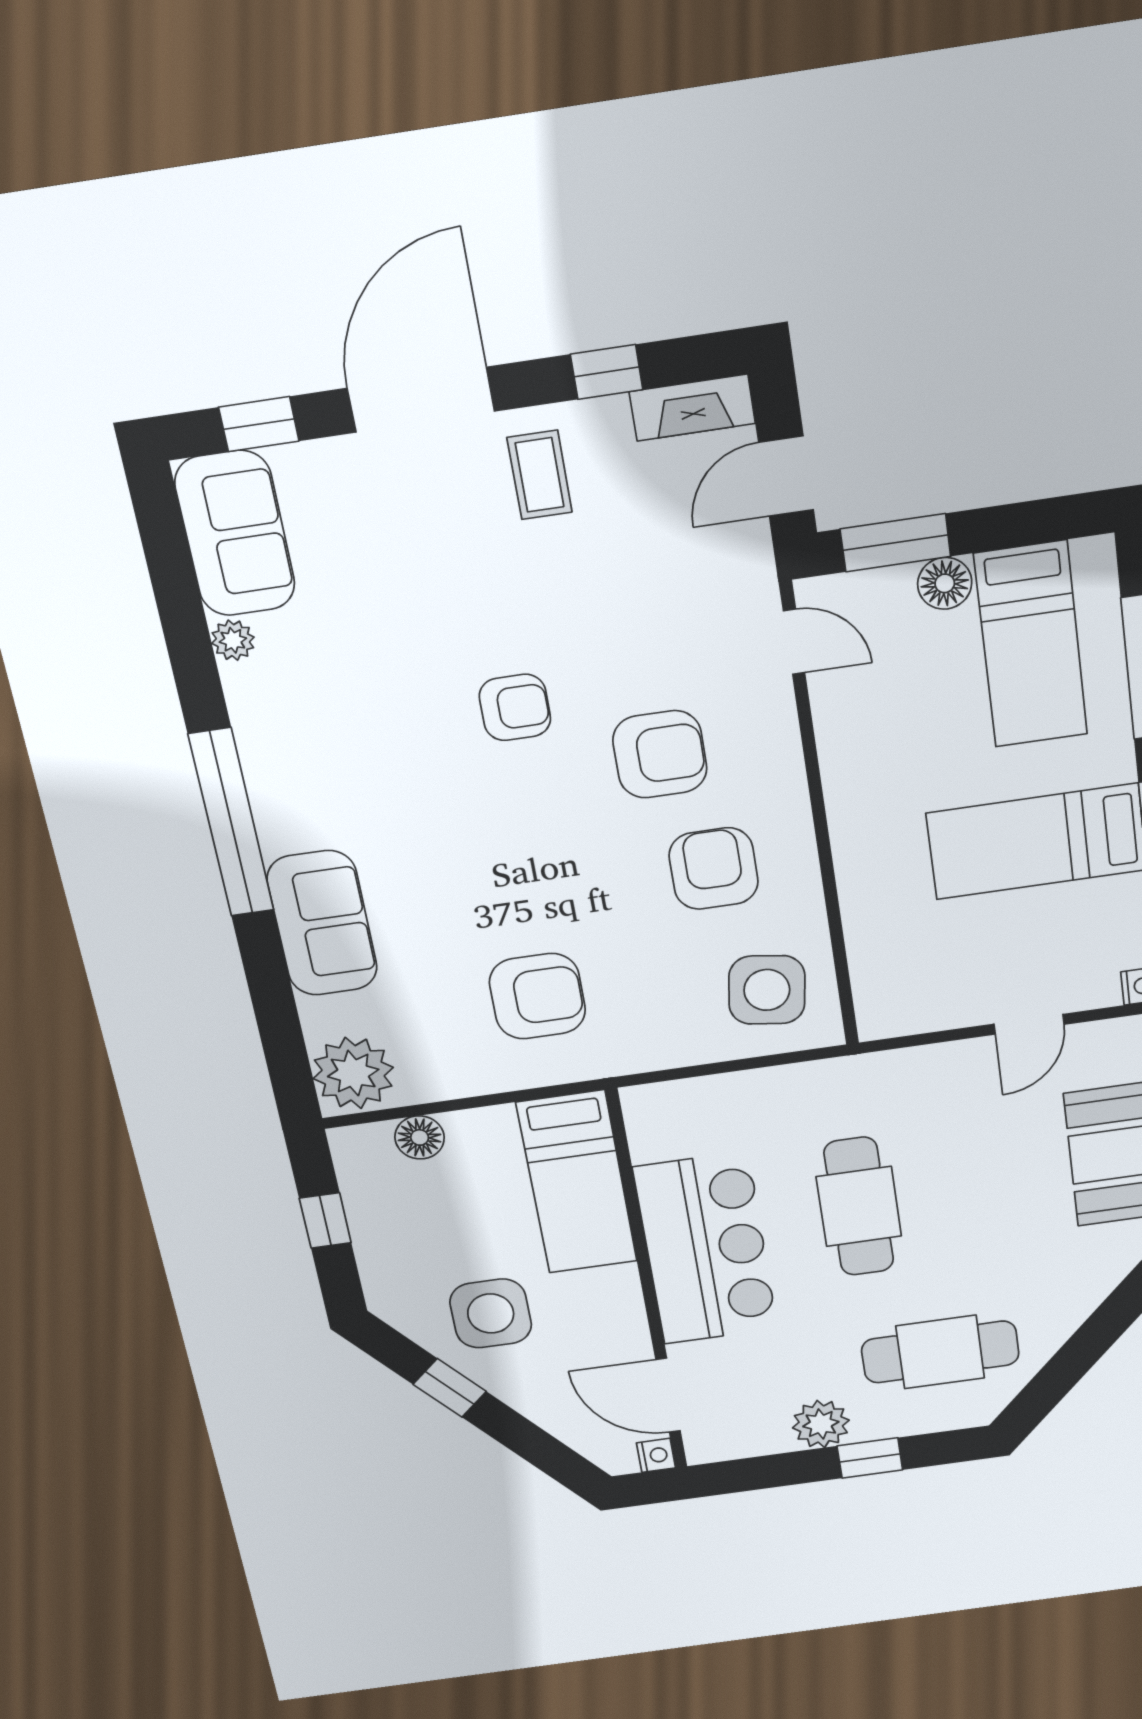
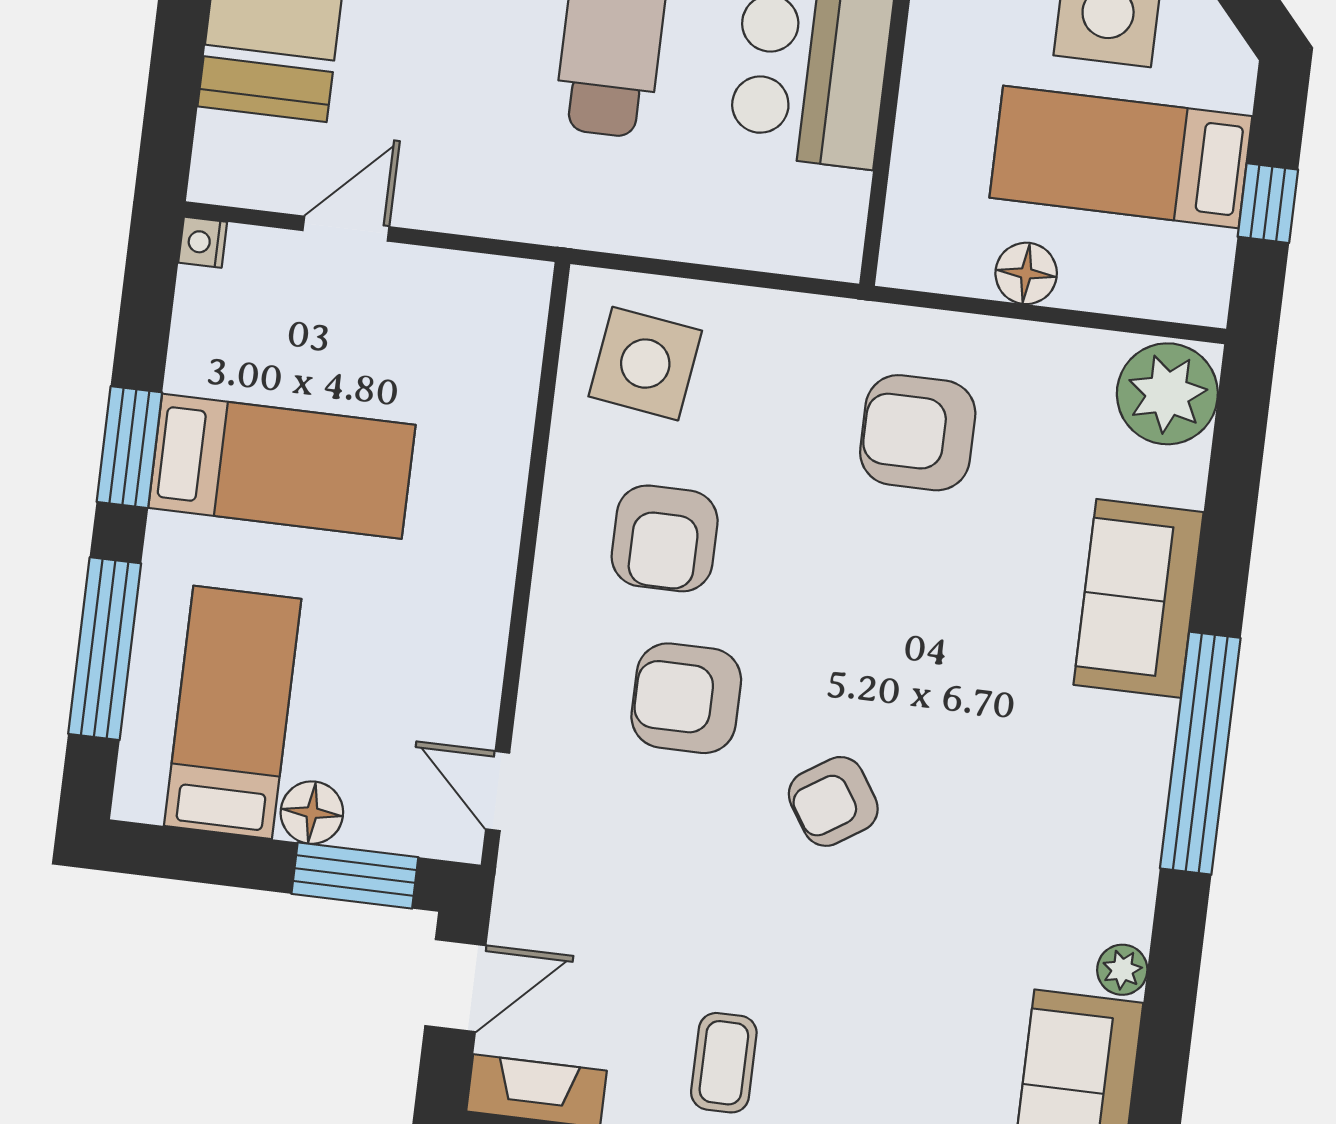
armchair: (515, 707) -> (833, 801), turned -33
floor lamp: (420, 1137) -> (1026, 273), moved
bed: (577, 1182) -> (1121, 157), moved, turned -90

